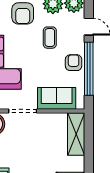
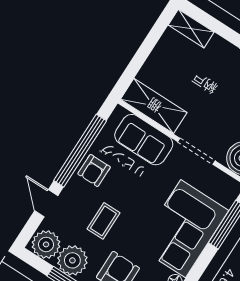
shelving: (76, 134) -> (154, 106), moved, turned 90

